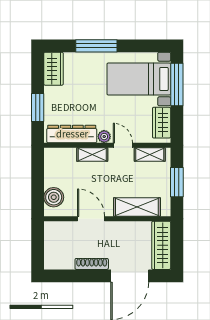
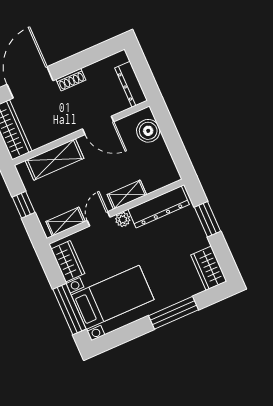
door: (123, 145) -> (99, 219), swing flipped
window: (177, 182) -> (24, 205), width x0.67
dresser: (51, 240) -> (131, 84), added
shoe rack: (92, 264) -> (71, 80), width x0.70

